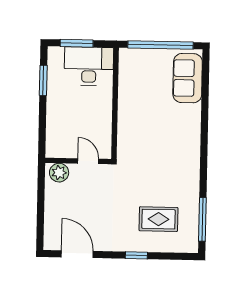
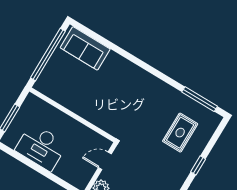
desk: (89, 66) -> (41, 147), moved, turned -90
window: (43, 80) -> (23, 160), removed

